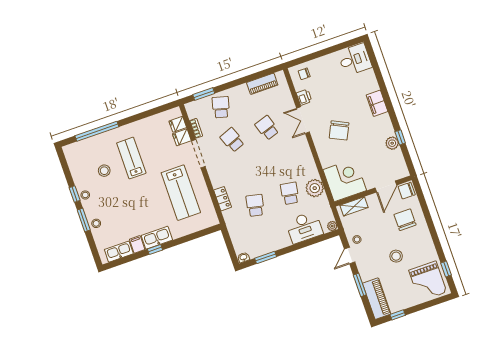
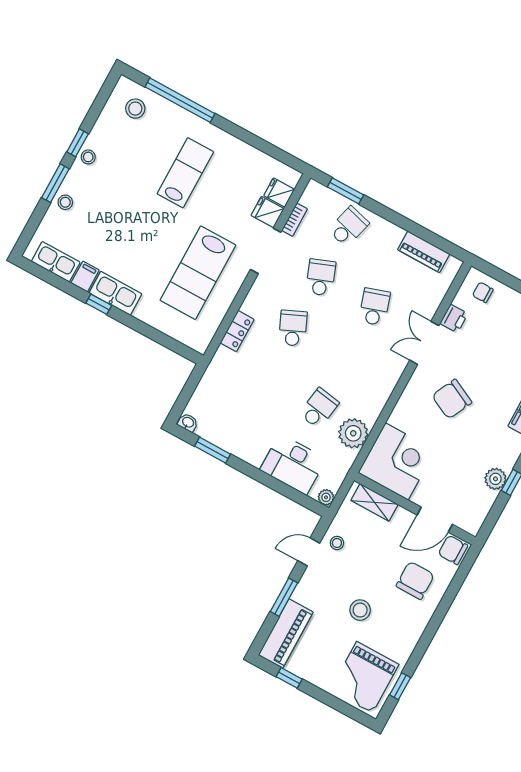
stool: (104, 171) -> (135, 109), moved
school desk: (255, 205) -> (293, 328), moved, turned -36

